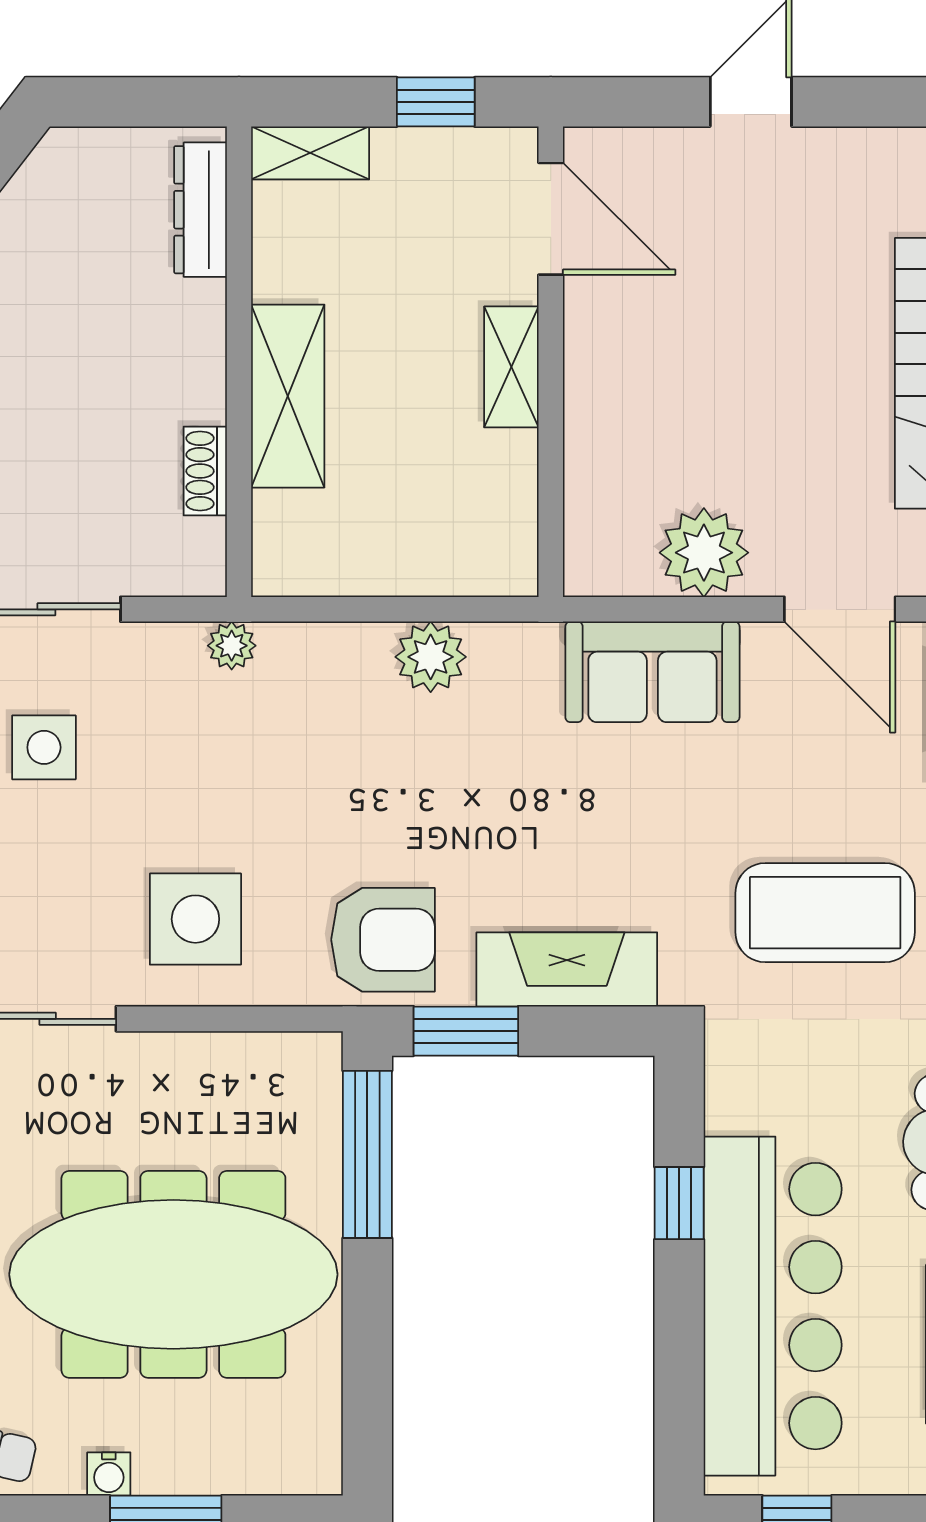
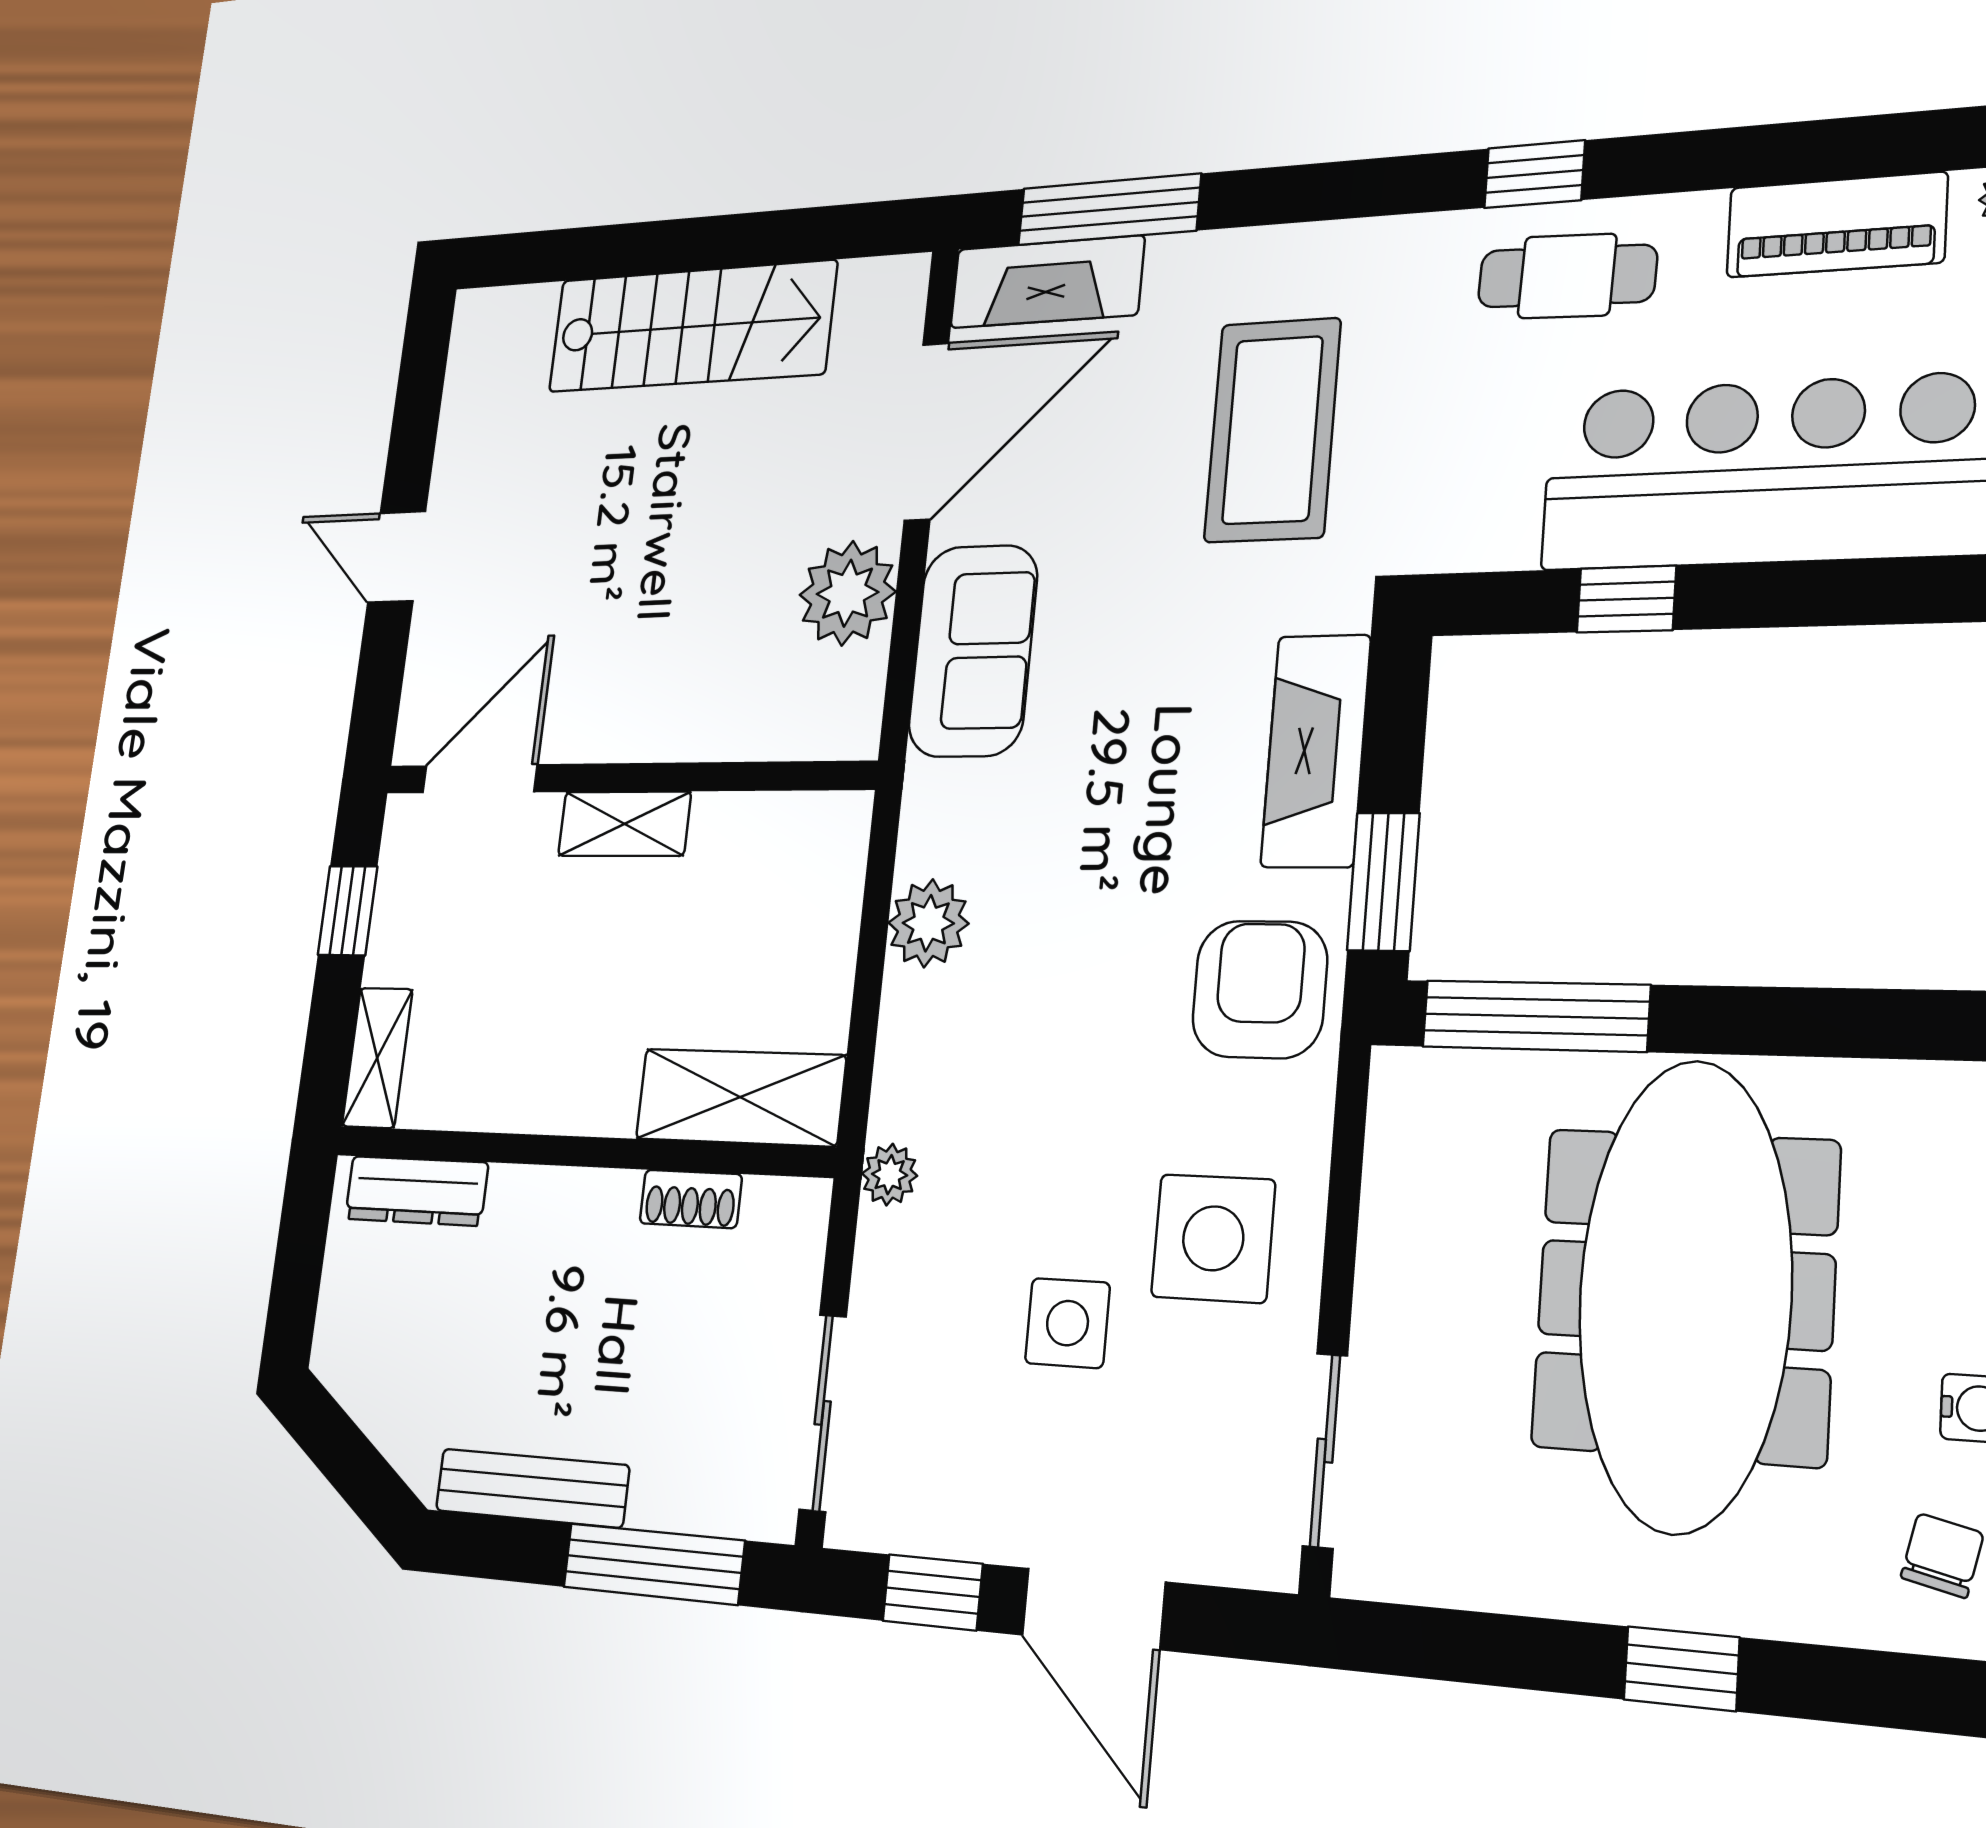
shelving: (288, 396) -> (740, 1097), moved
door: (840, 609) -> (926, 431), width x1.36
side table: (44, 747) -> (1067, 1323), moved

